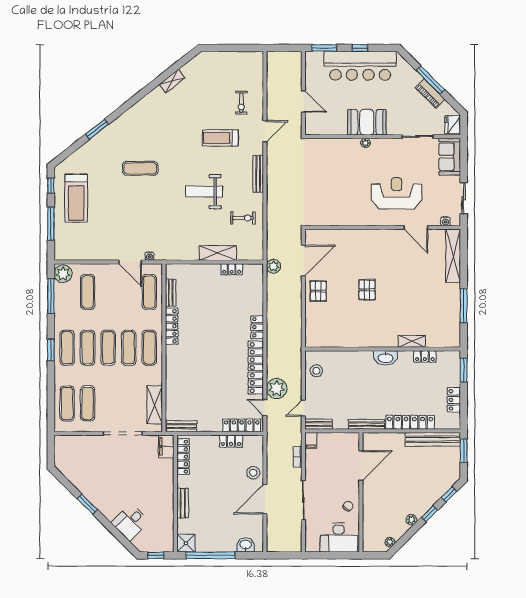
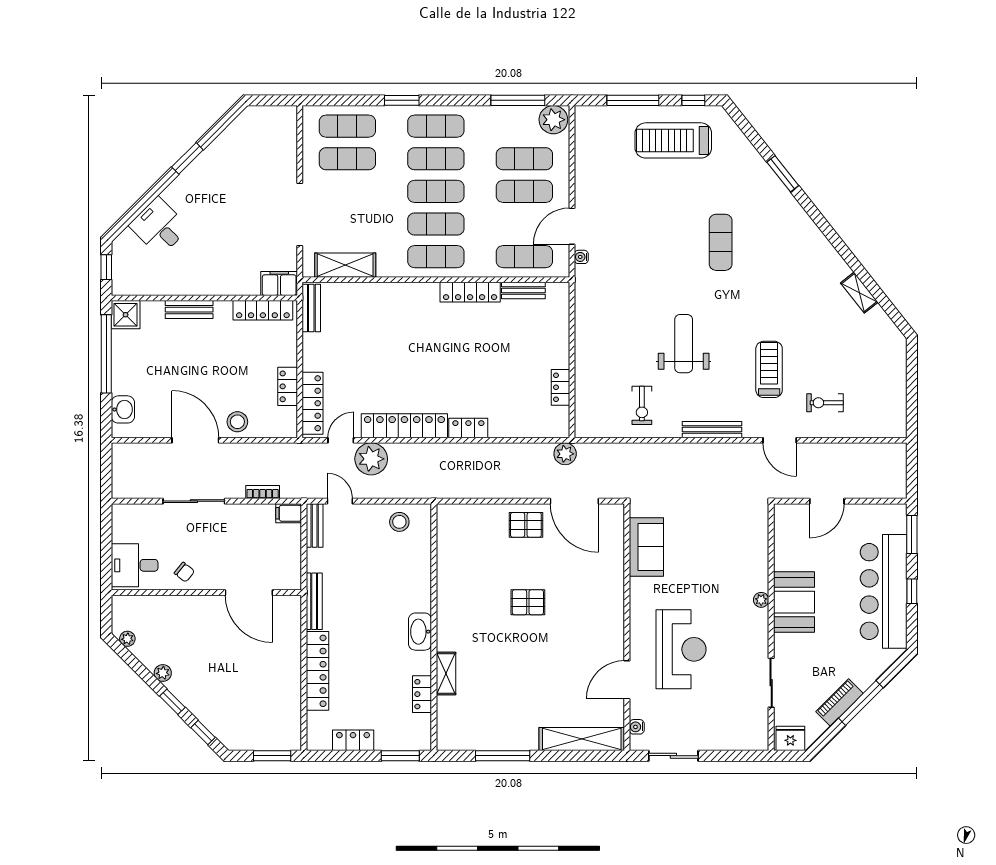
sofa: (450, 157) -> (646, 547), moved, turned 90
shelving: (218, 253) -> (586, 365), removed
exercise mat: (108, 292) -> (524, 191), added
window: (51, 350) -> (402, 100), moved
bench: (433, 439) -> (290, 707), removed
desk: (339, 538) -> (135, 565), width x0.73

